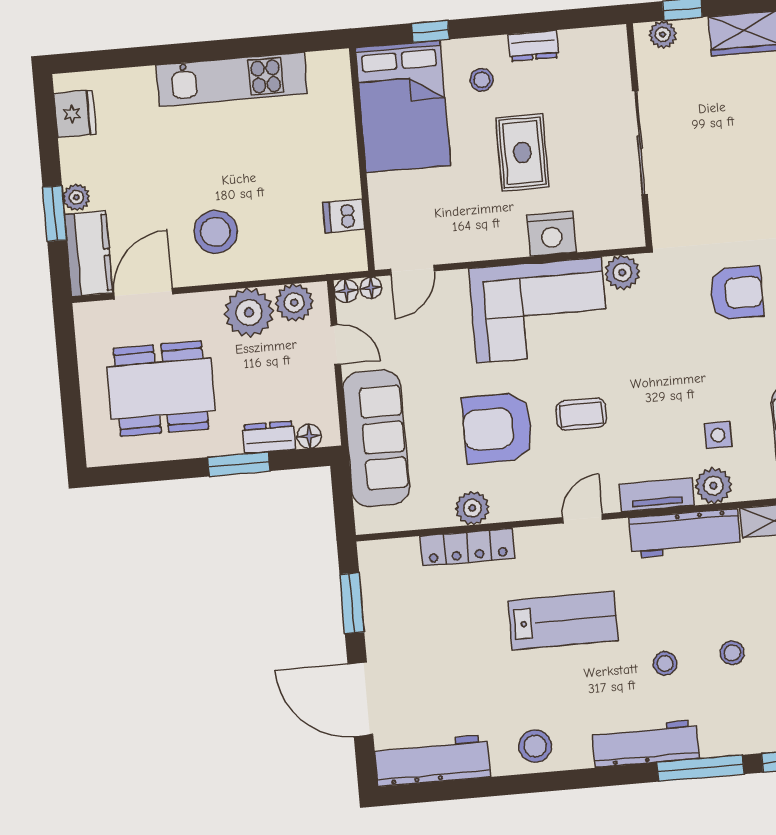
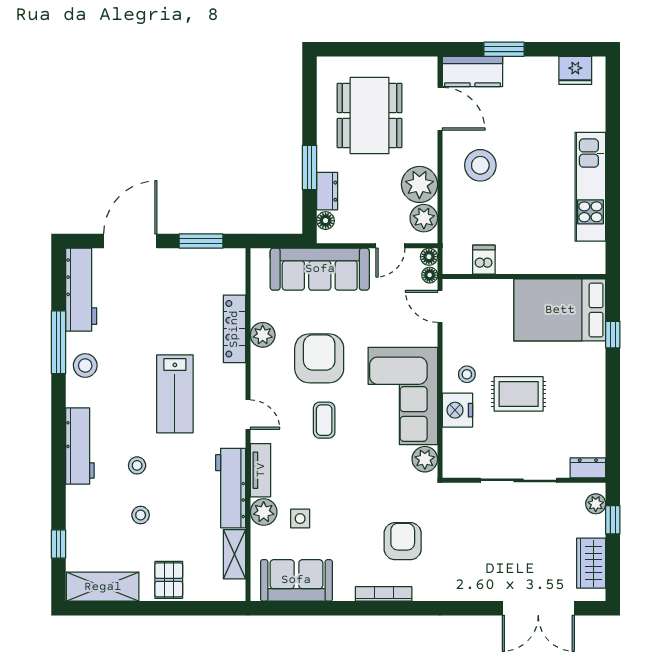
dresser: (533, 46) -> (588, 468), moved, turned 90
stool: (482, 80) -> (467, 374), moved
plant: (76, 197) -> (514, 66), removed
armchair: (737, 293) -> (403, 541), turned 180
window: (700, 768) -> (58, 342), moved

